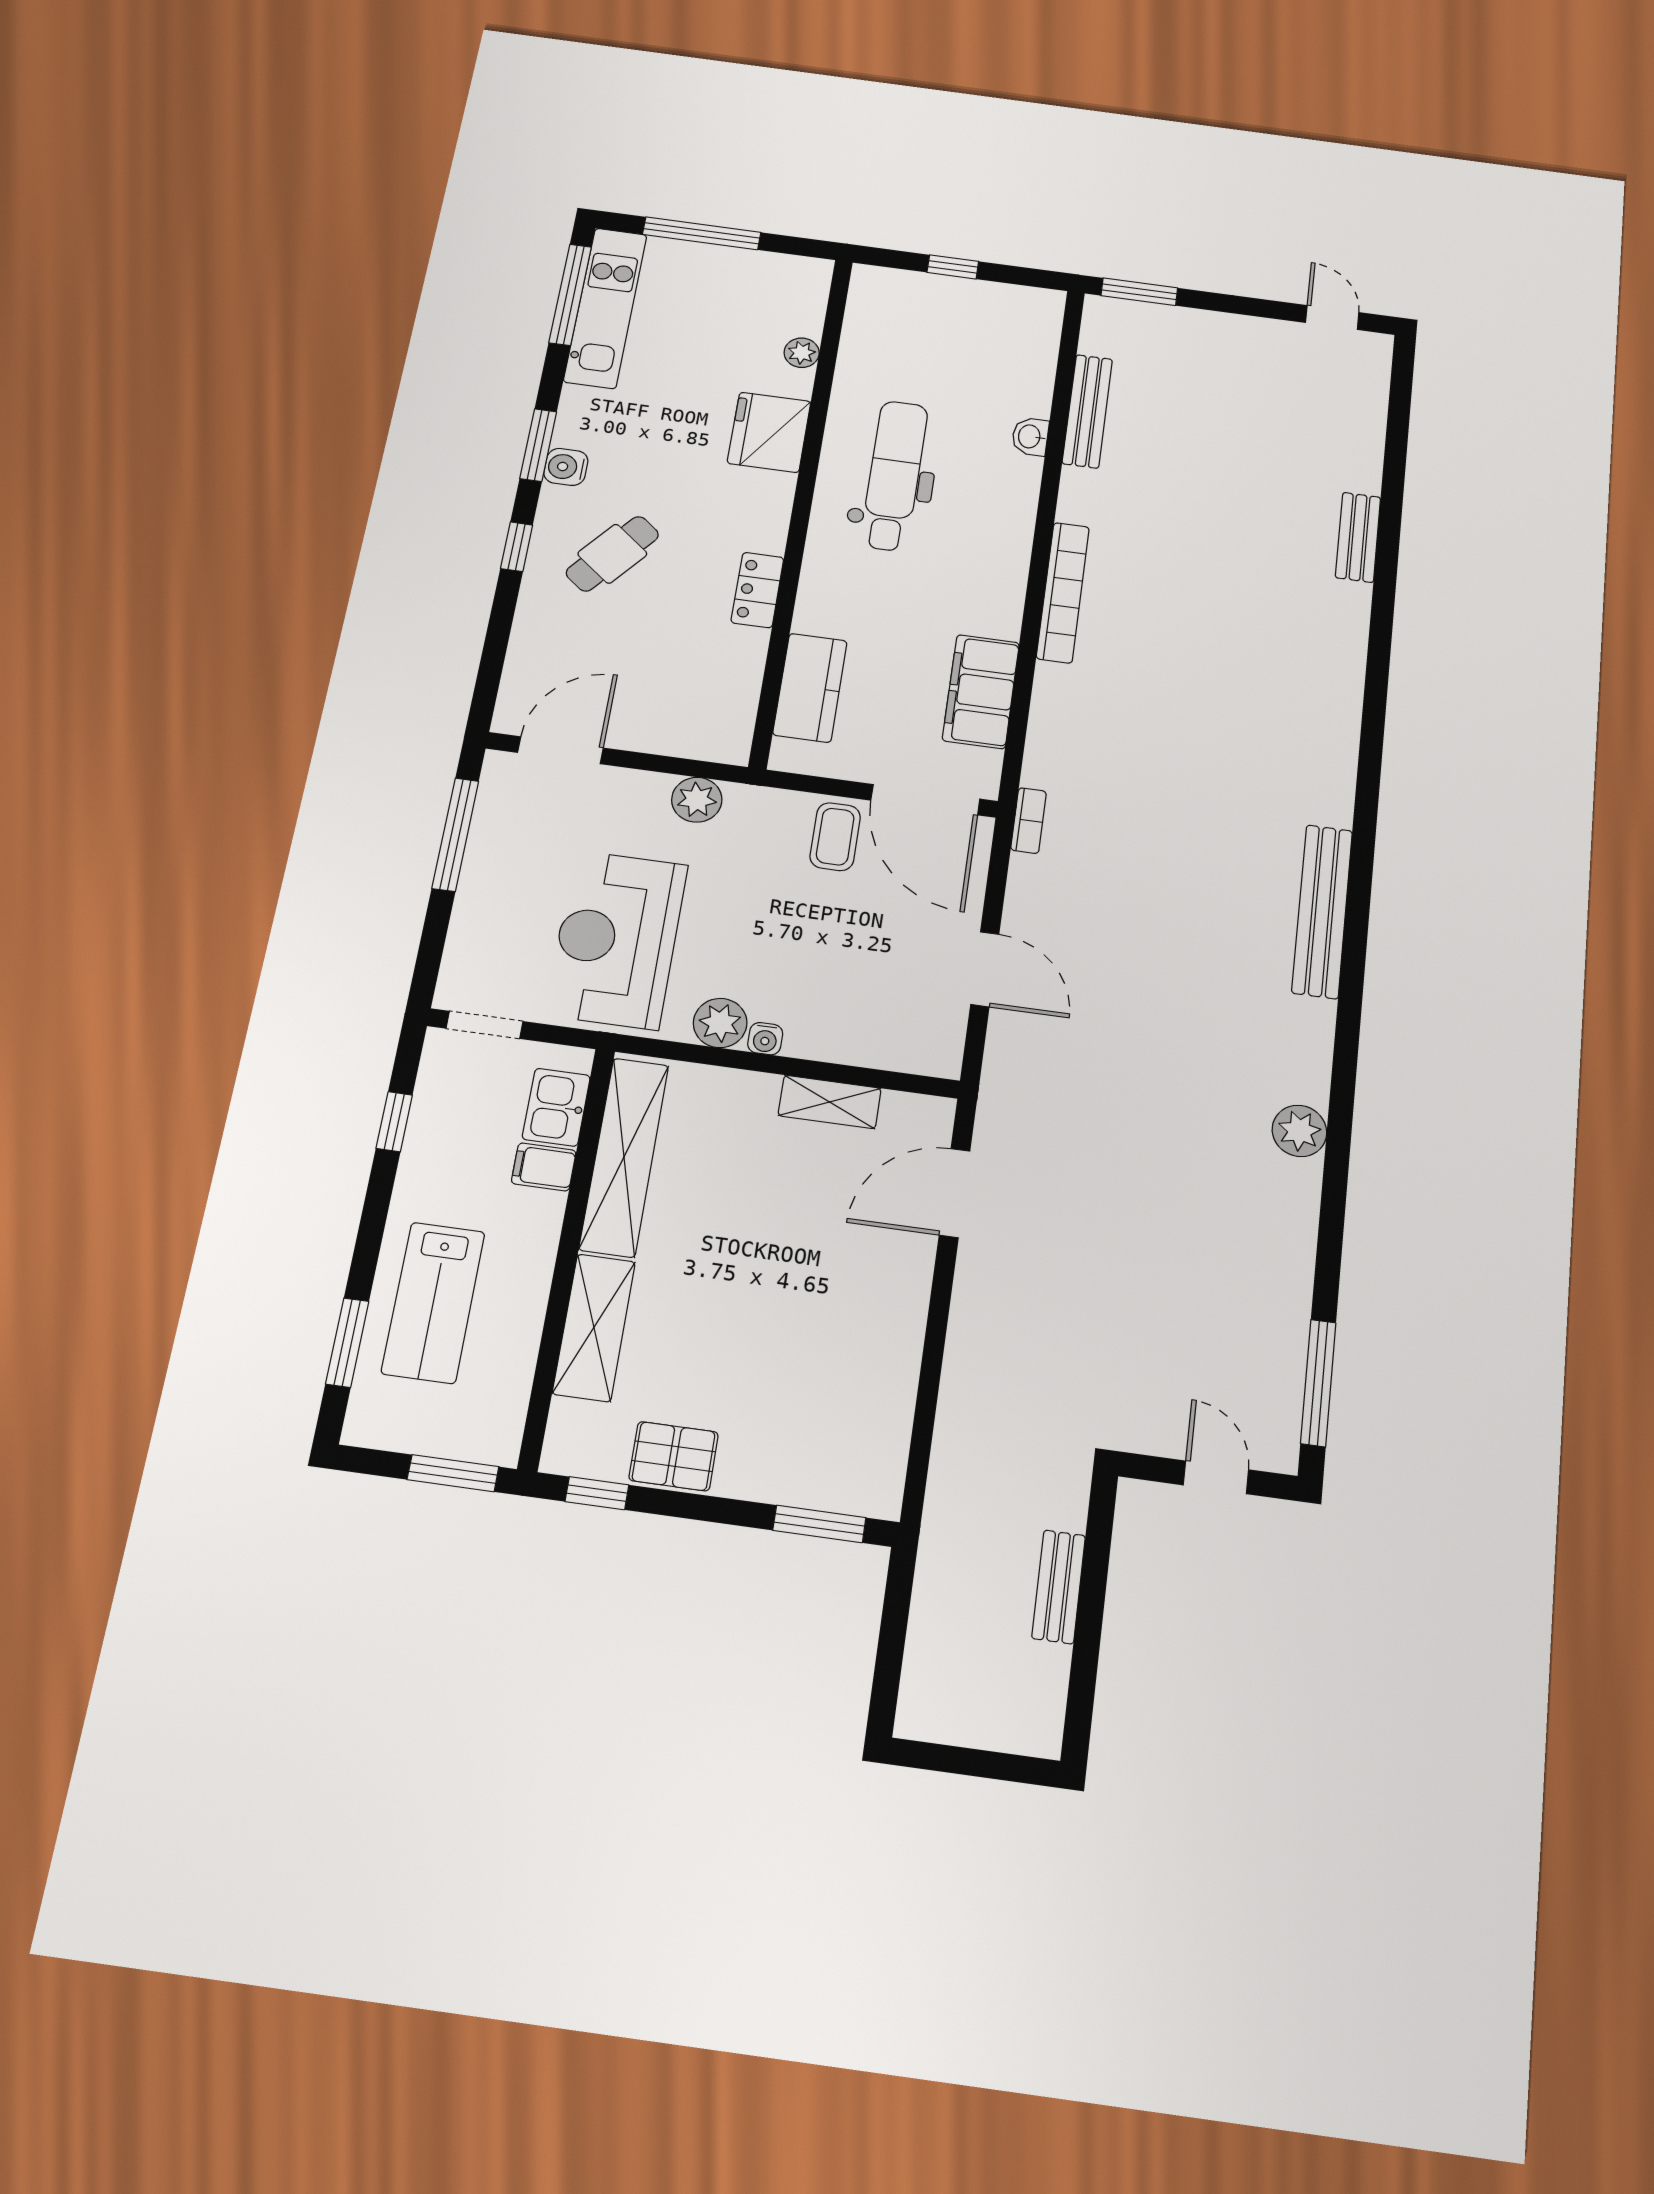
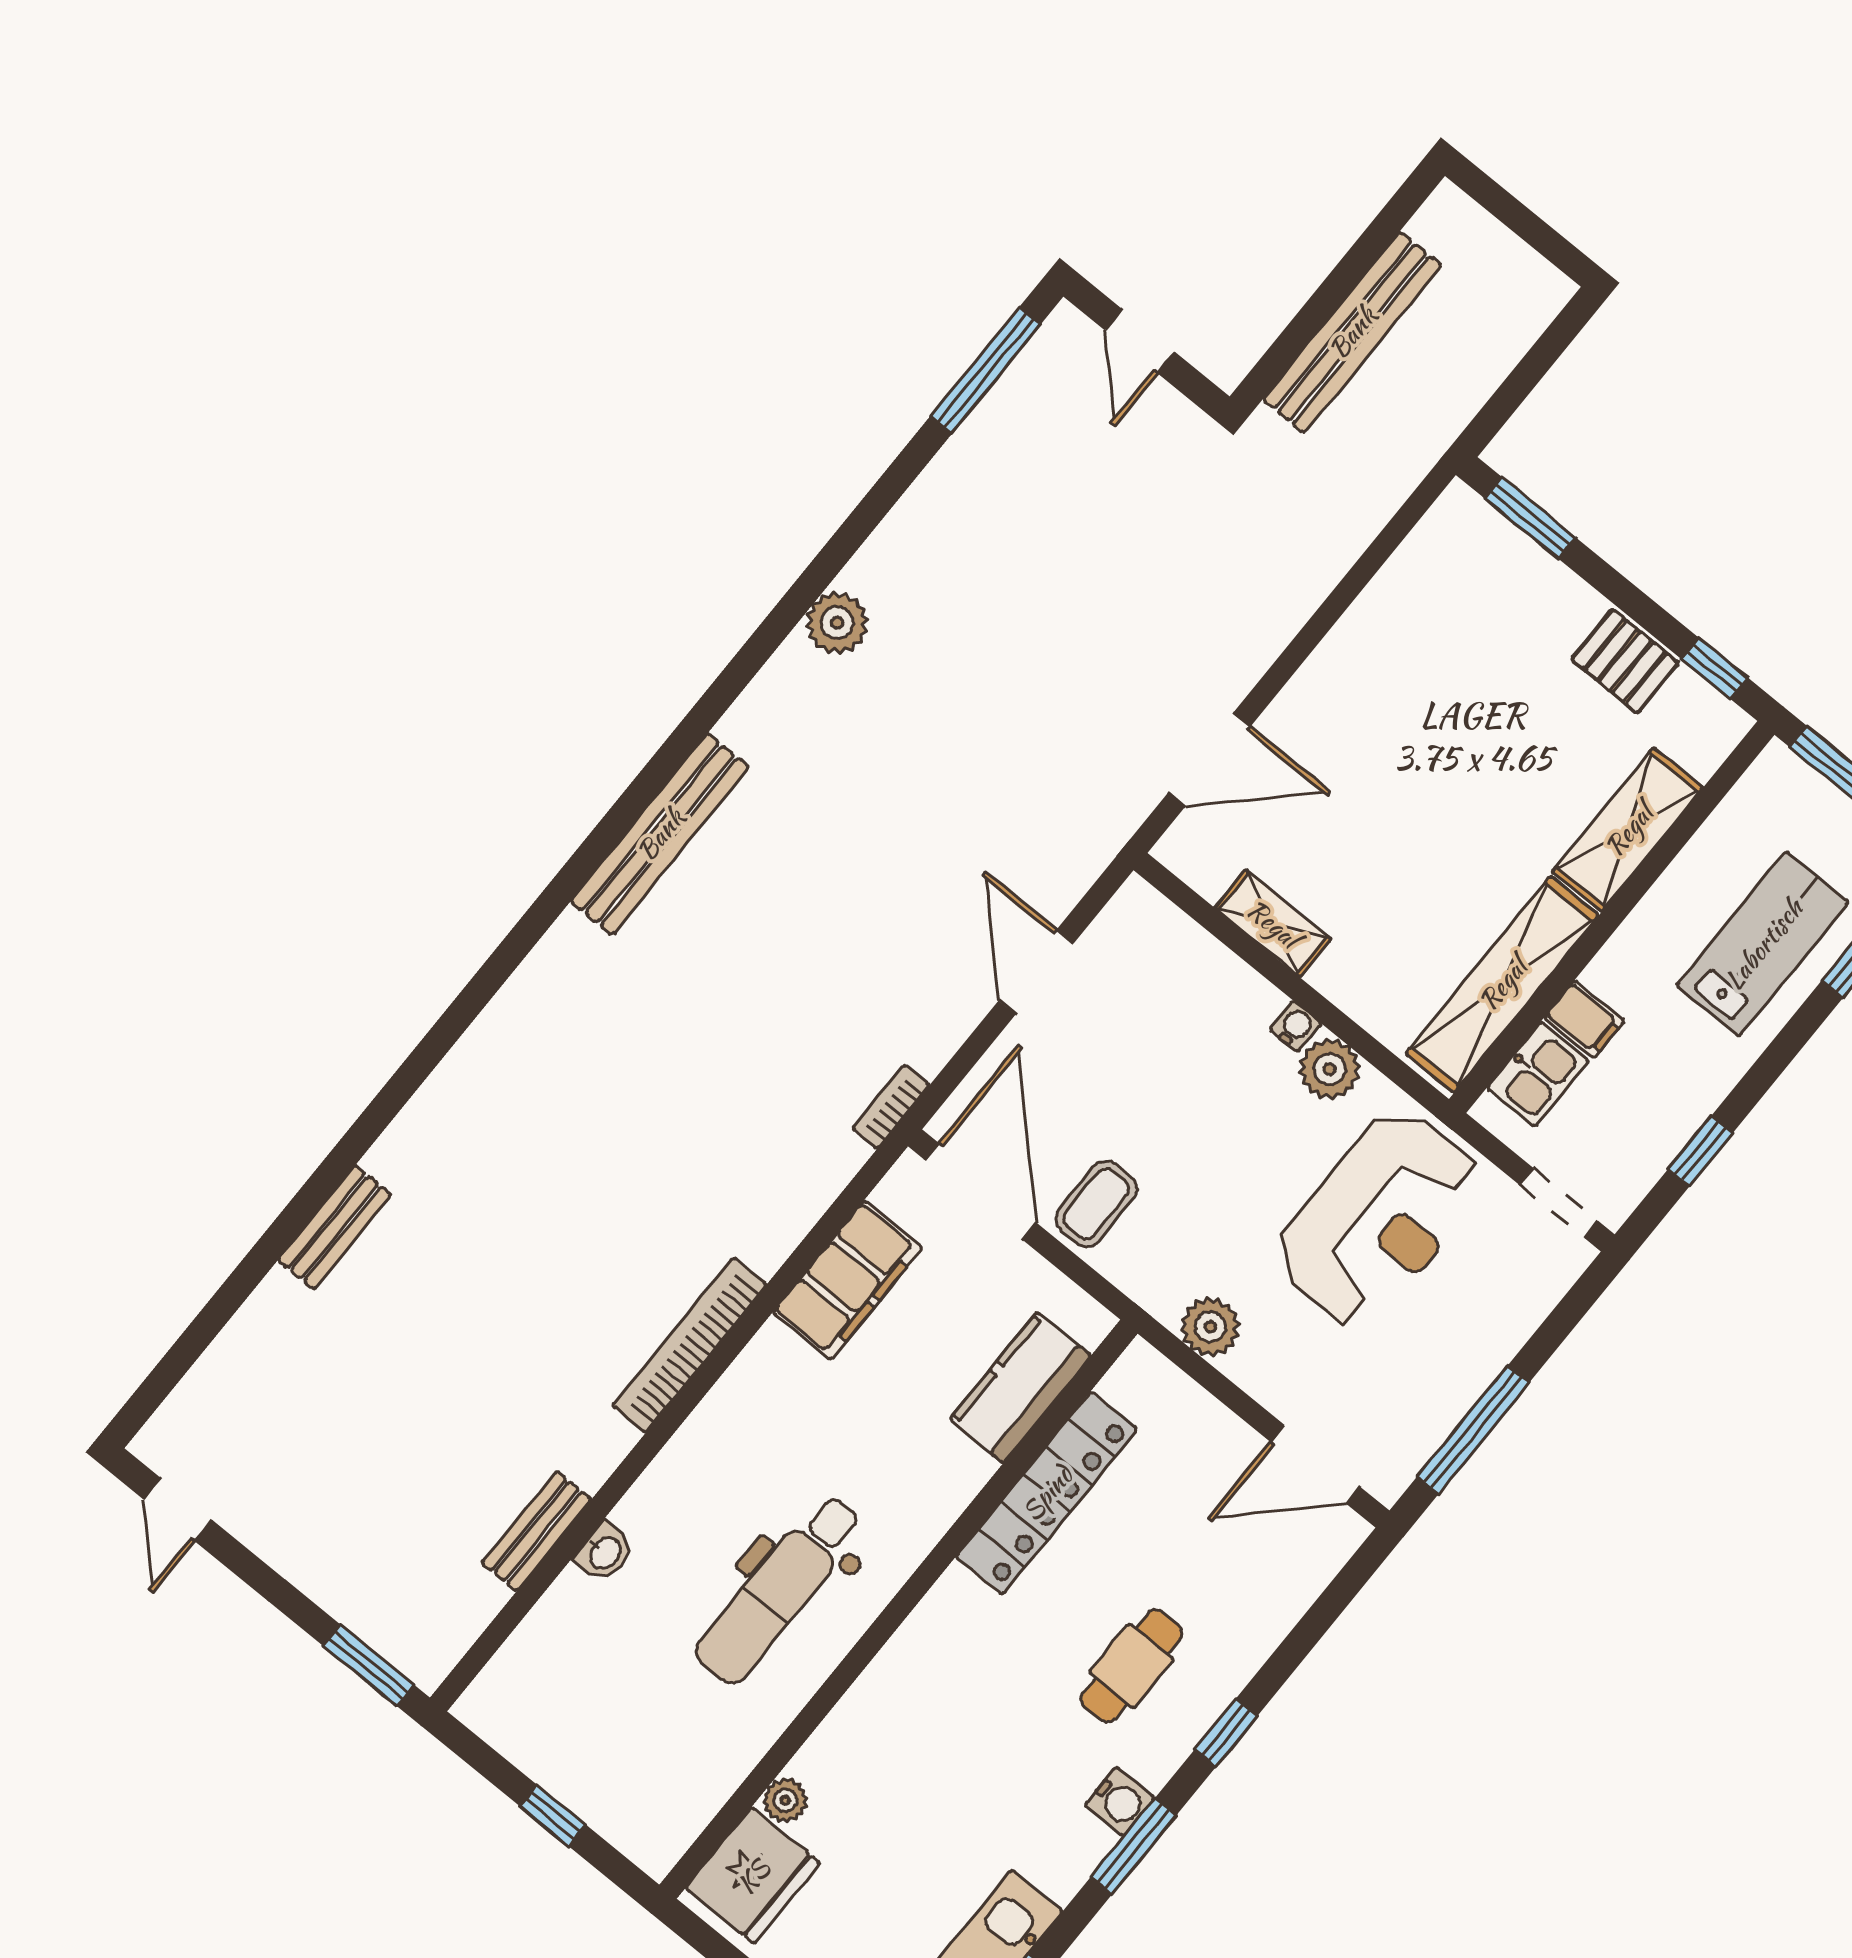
bench: (1087, 411) -> (537, 1531), width x0.73
fridge: (769, 432) -> (753, 1876), moved
cafe table: (612, 554) -> (1131, 1666), turned -39
locker: (757, 590) -> (1047, 1493), width x2.16, depth x1.21
bench: (1059, 1587) -> (1352, 332), width x1.86, depth x1.21

